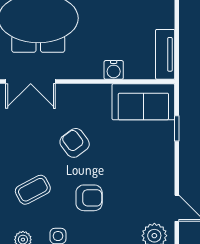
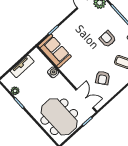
tv unit: (165, 54) -> (22, 66), moved
armchair: (75, 143) -> (103, 78), moved

